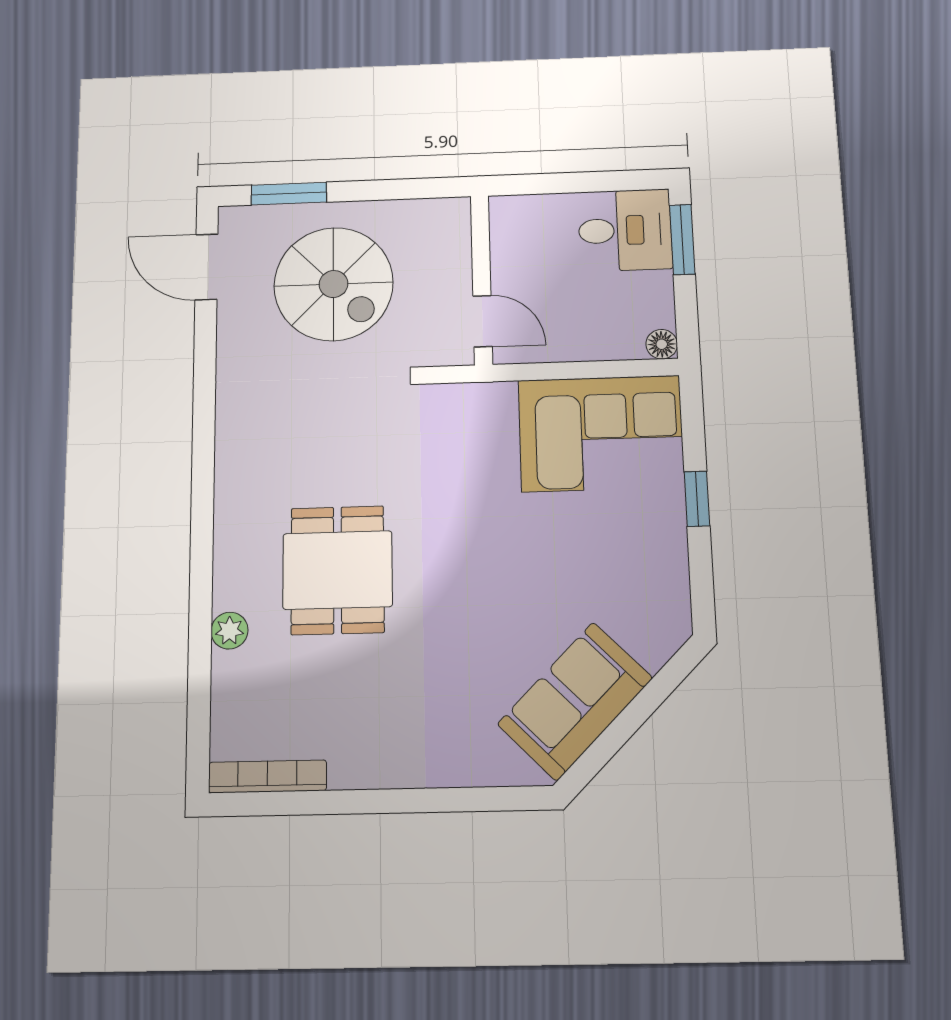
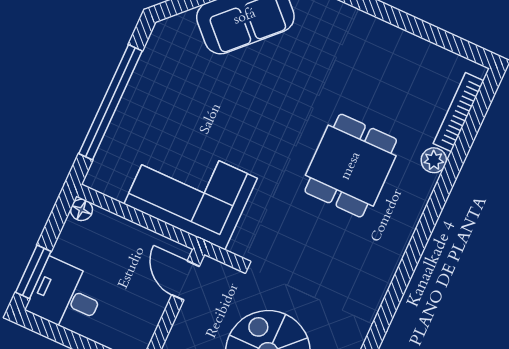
corner sofa: (601, 433) -> (191, 191), moved
window: (697, 499) -> (111, 102), width x3.17
bookcase: (267, 776) -> (458, 112), moved, turned 90

